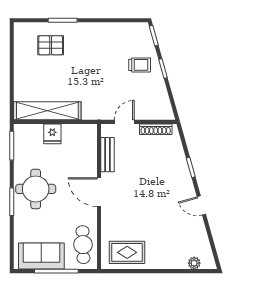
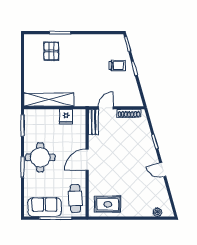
pallet: (51, 45) -> (51, 51), turned 90
fridge: (52, 134) -> (66, 117), moved
bench: (108, 155) -> (93, 122), moved
door: (99, 192) -> (87, 160), hinge flipped

